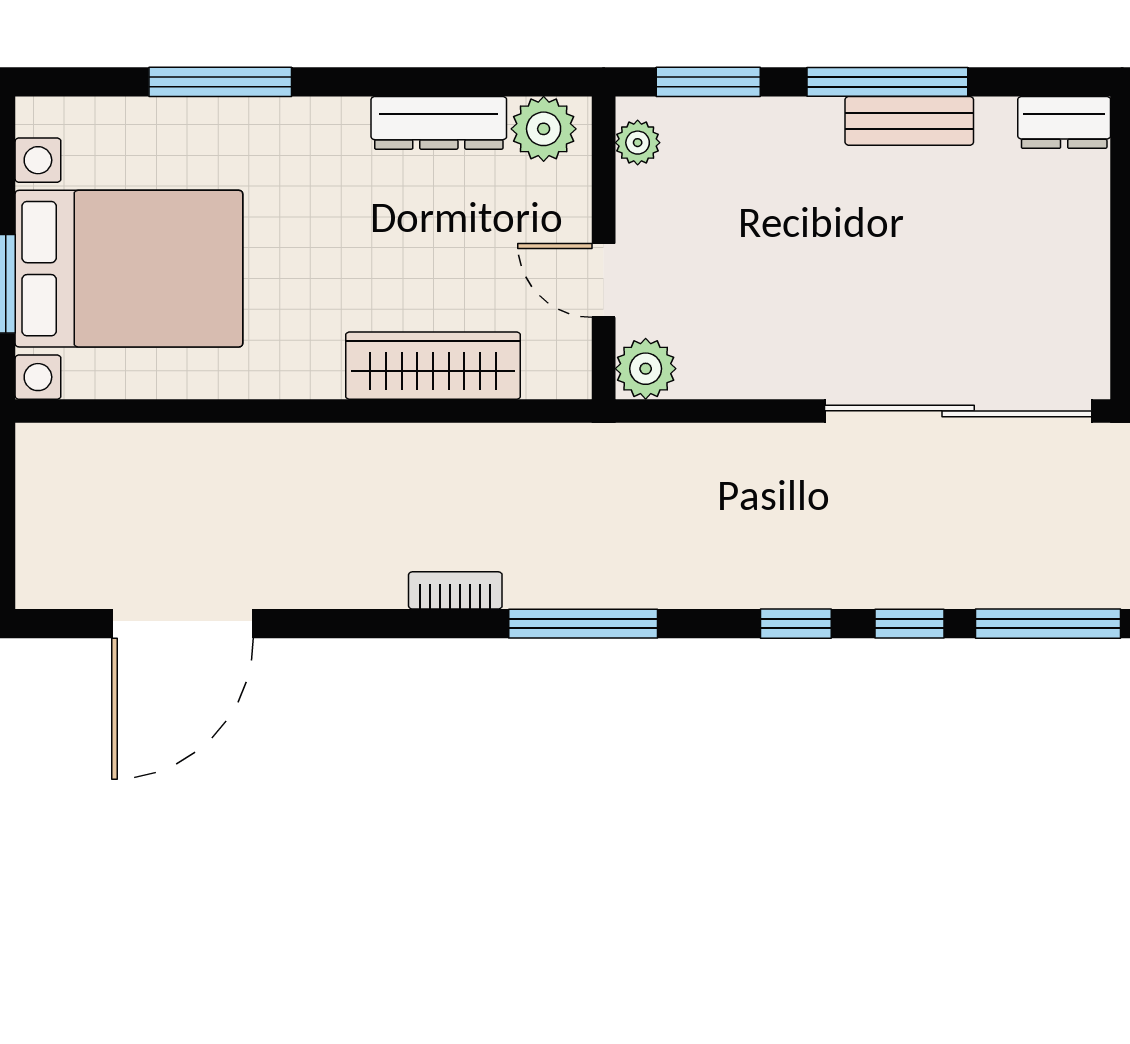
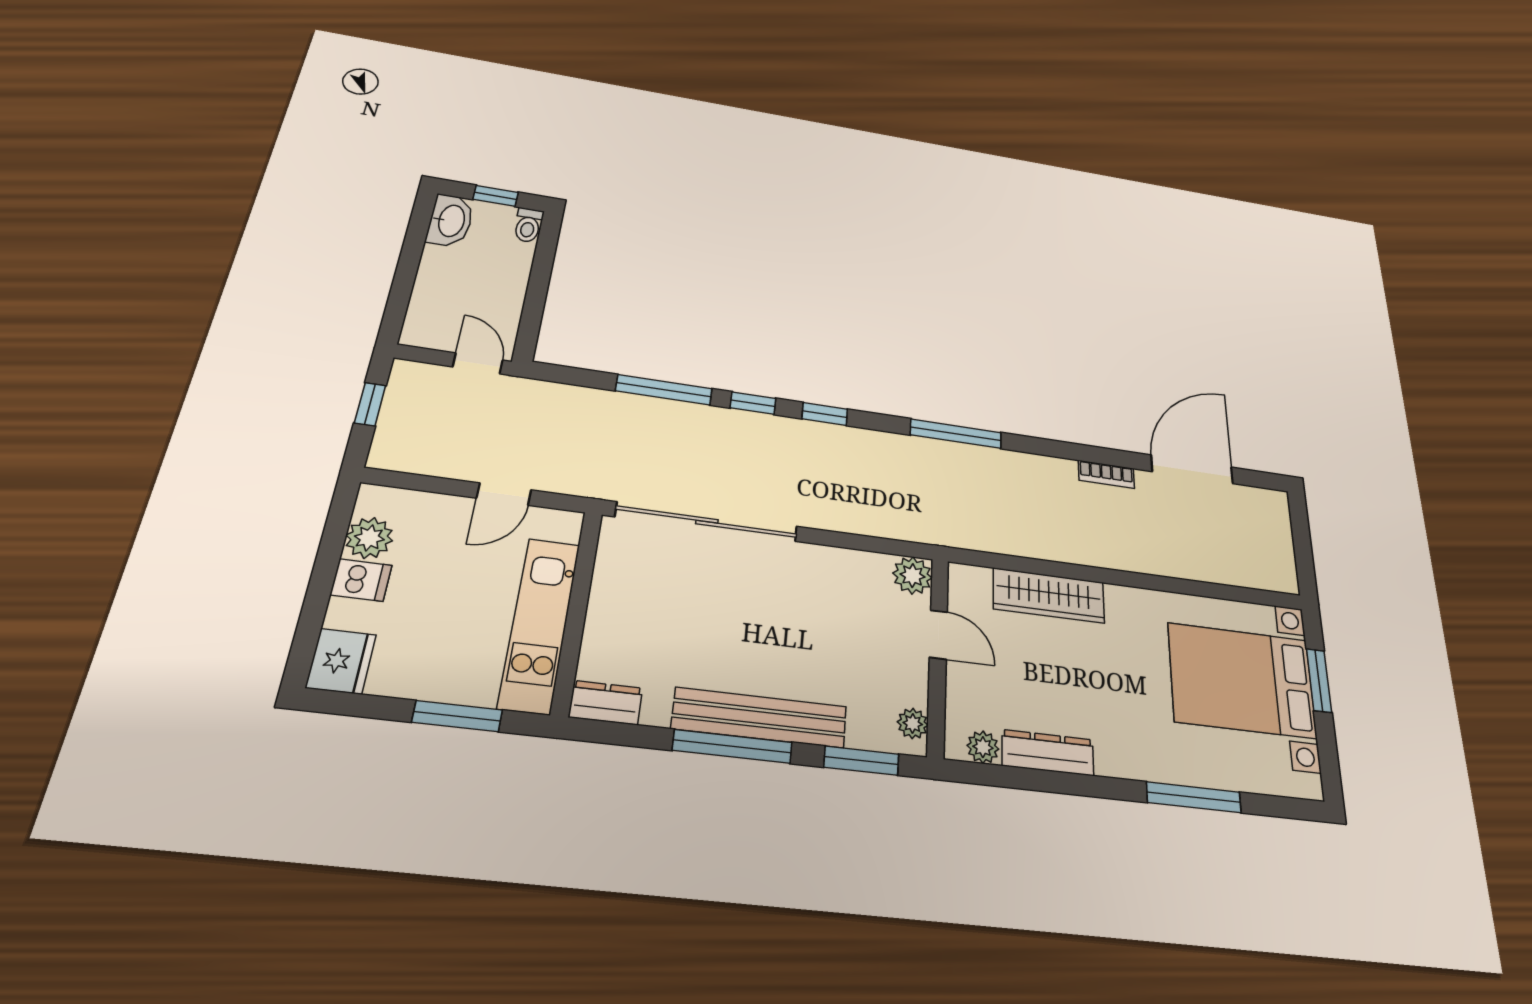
bench: (909, 121) -> (760, 718), width x1.86, depth x1.21
plant: (544, 129) -> (983, 747), width x0.73, depth x0.73
bookcase: (455, 590) -> (1106, 474), moved

